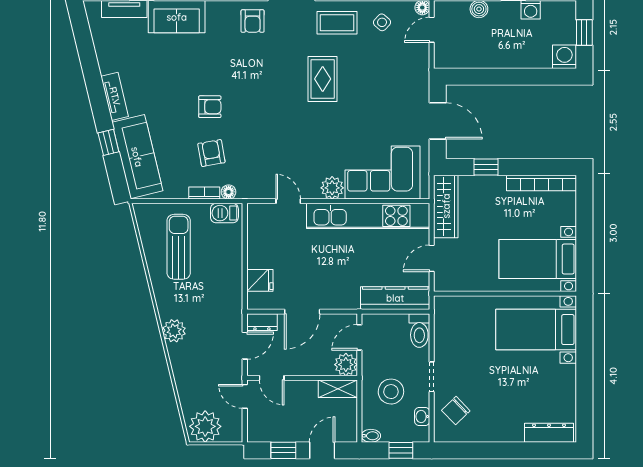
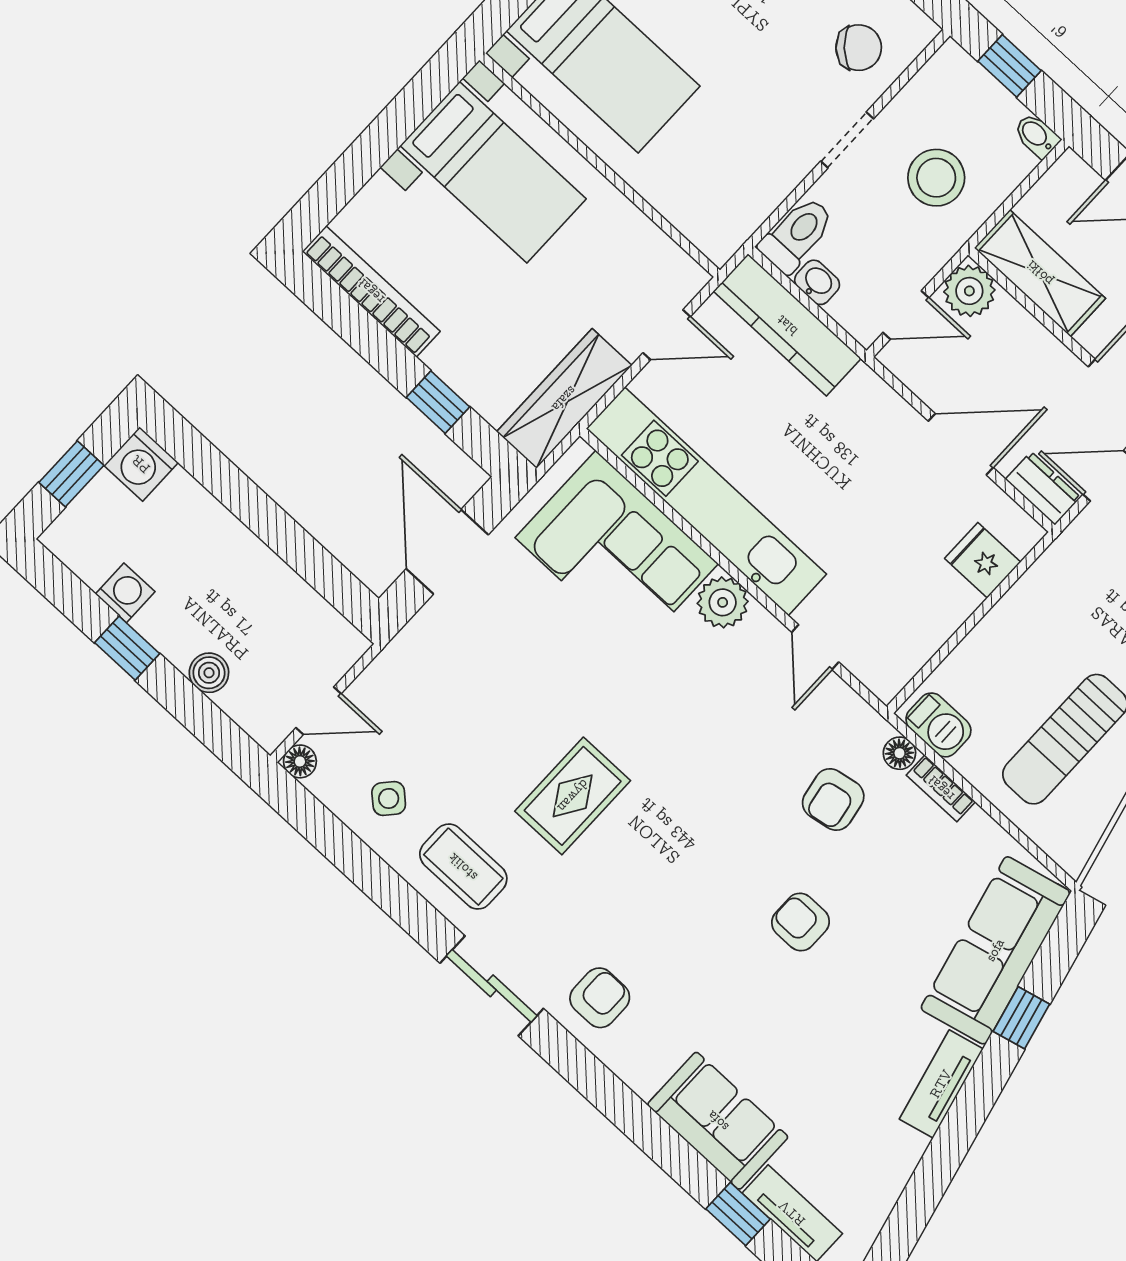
armchair: (211, 153) -> (833, 799), moved
shelving: (338, 389) -> (1040, 273), width x1.50, depth x1.33
washbasin: (422, 416) -> (817, 282), moved, turned -90

